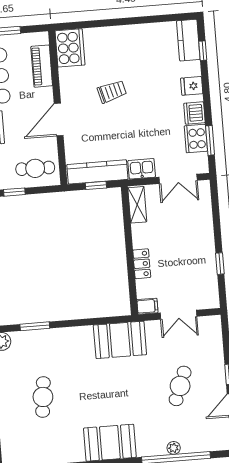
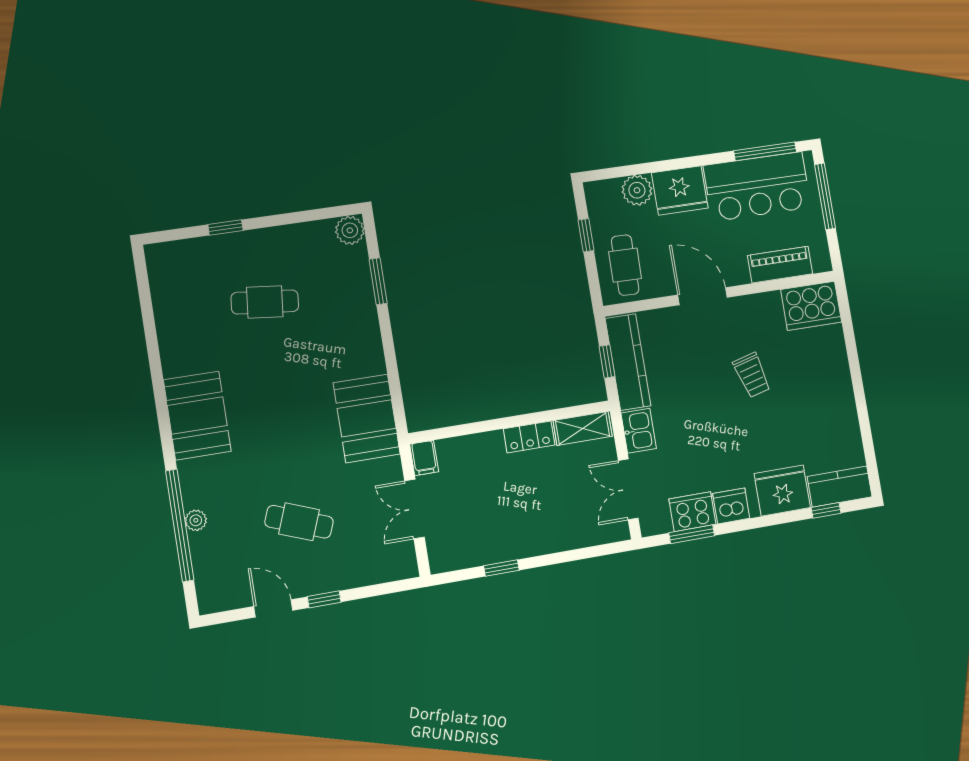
fridge: (192, 86) -> (782, 491), width x1.88, depth x1.34
locker: (142, 264) -> (529, 437), moved

